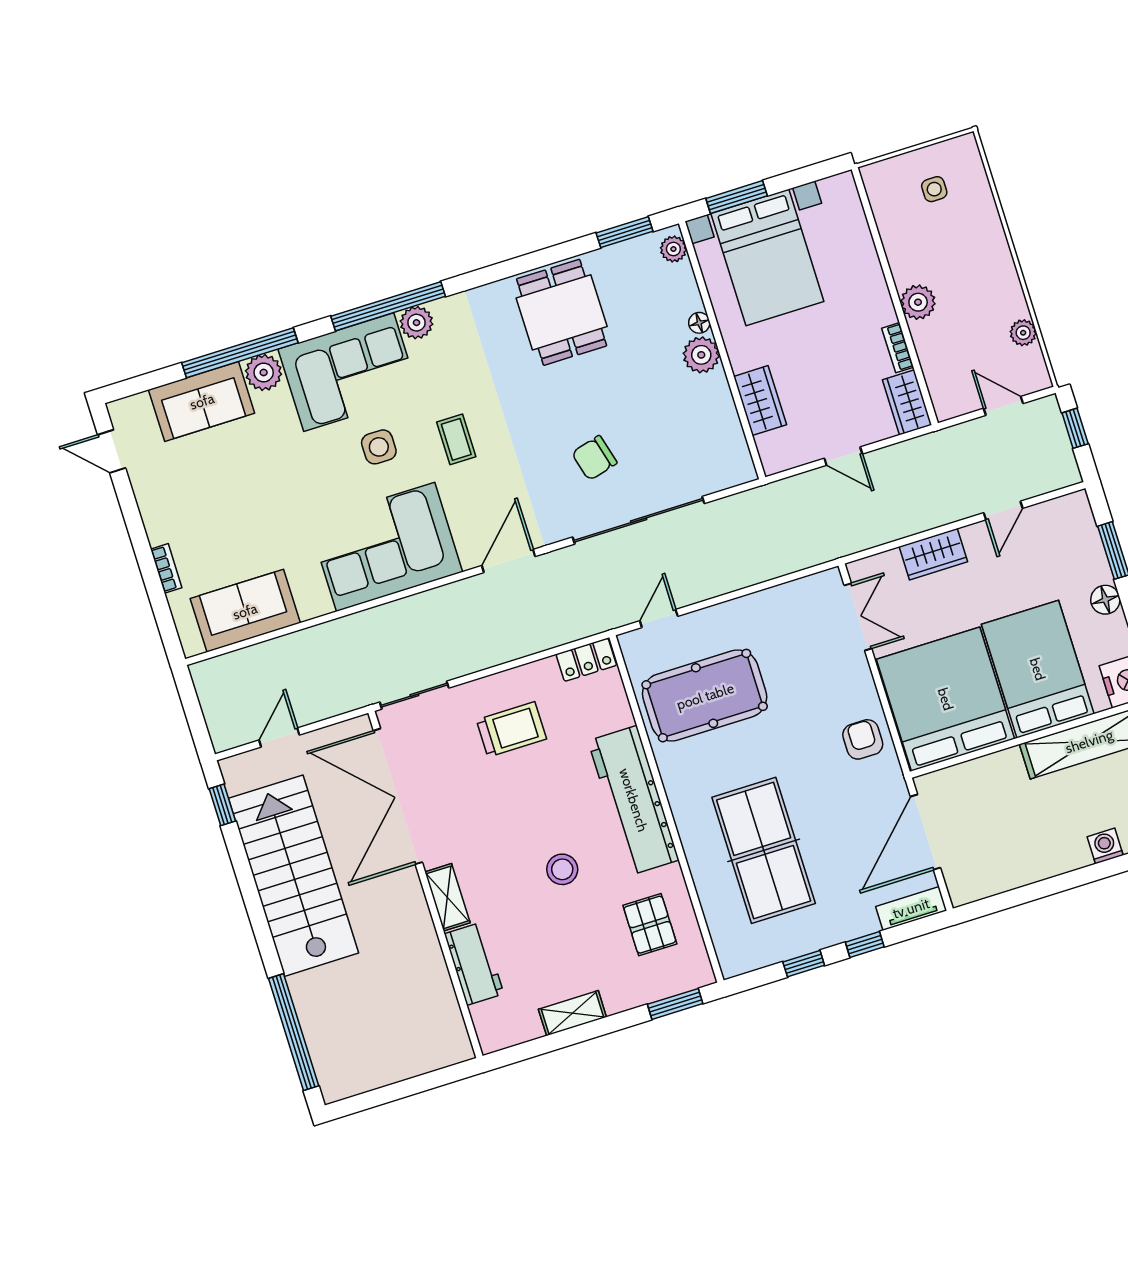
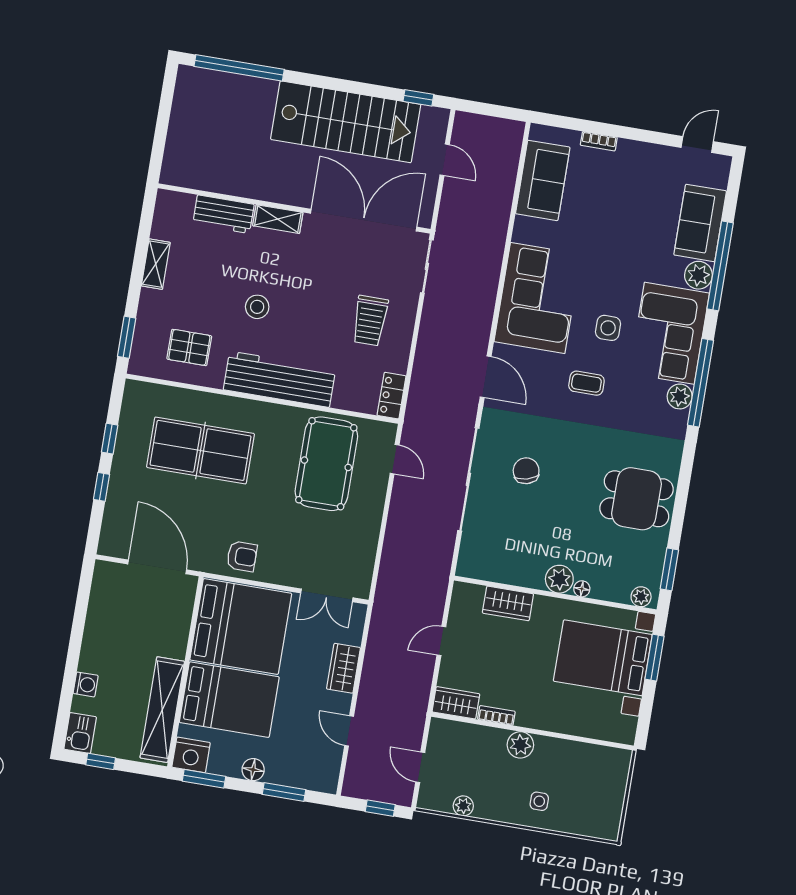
side table: (934, 189) -> (539, 801), moved
door: (1003, 406) -> (420, 767), swing flipped
tv unit: (911, 908) -> (110, 531), removed

